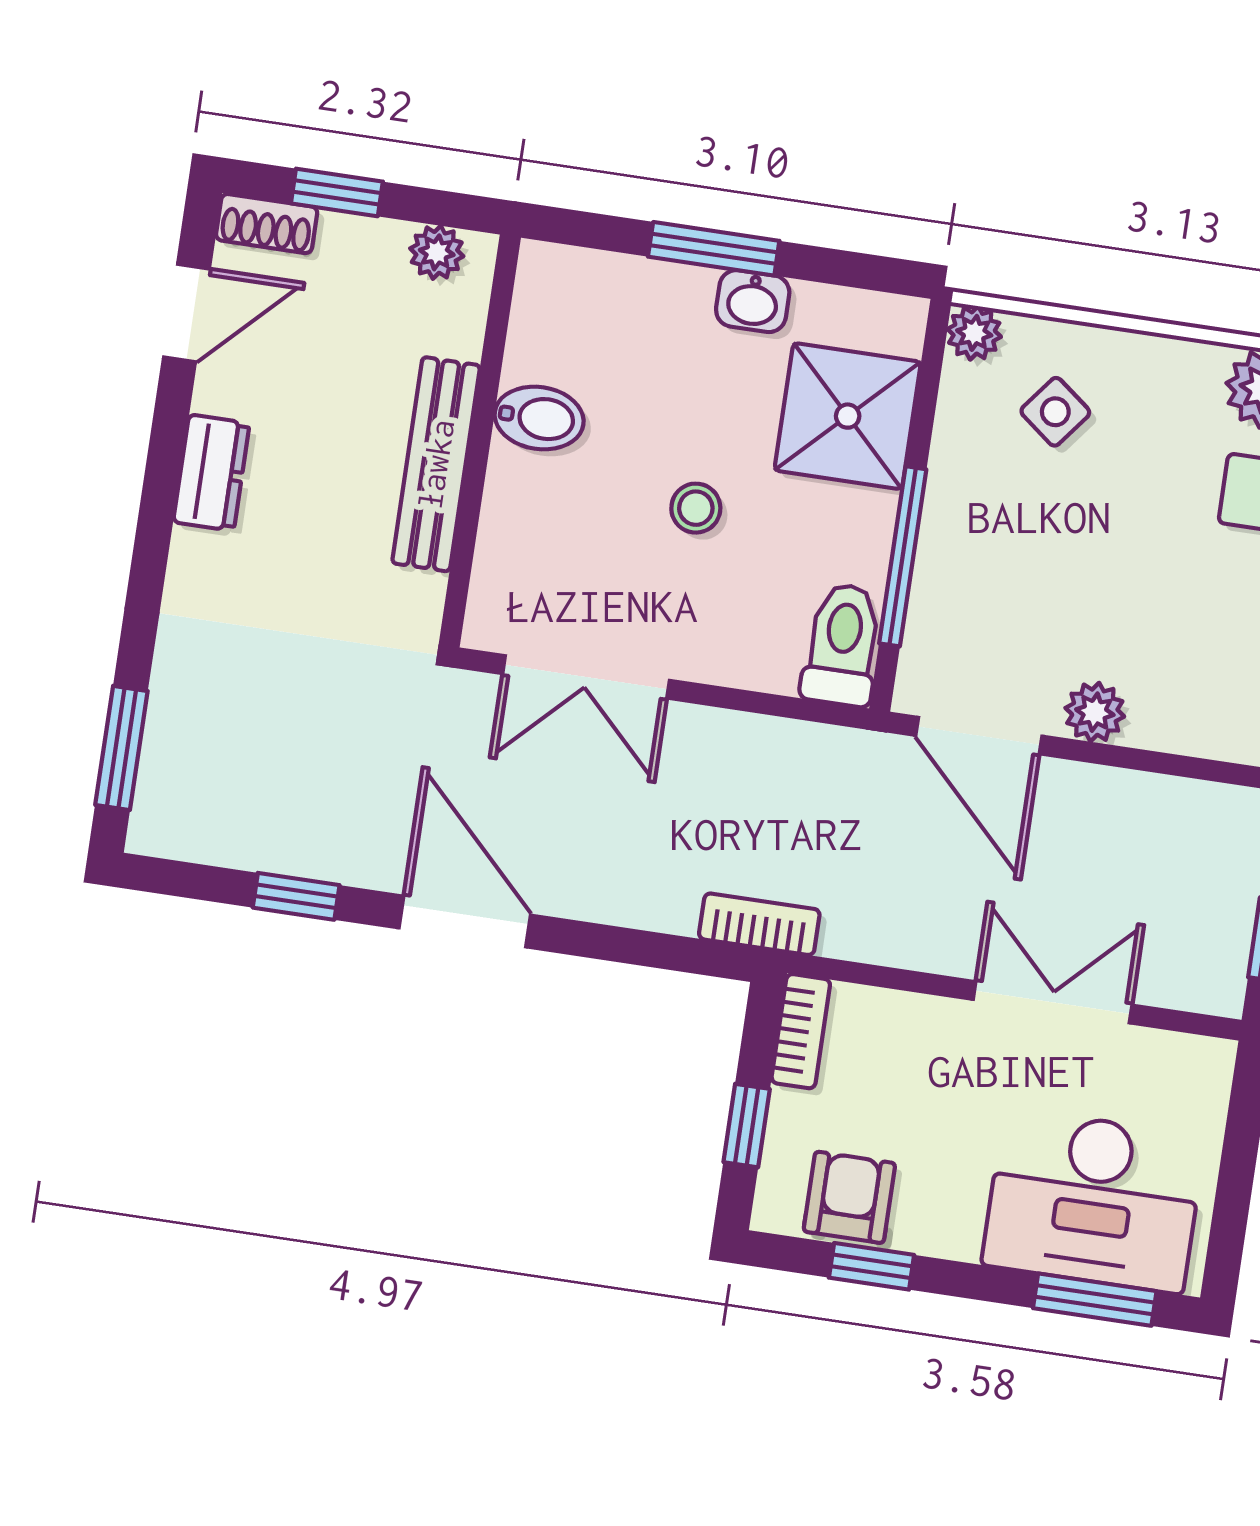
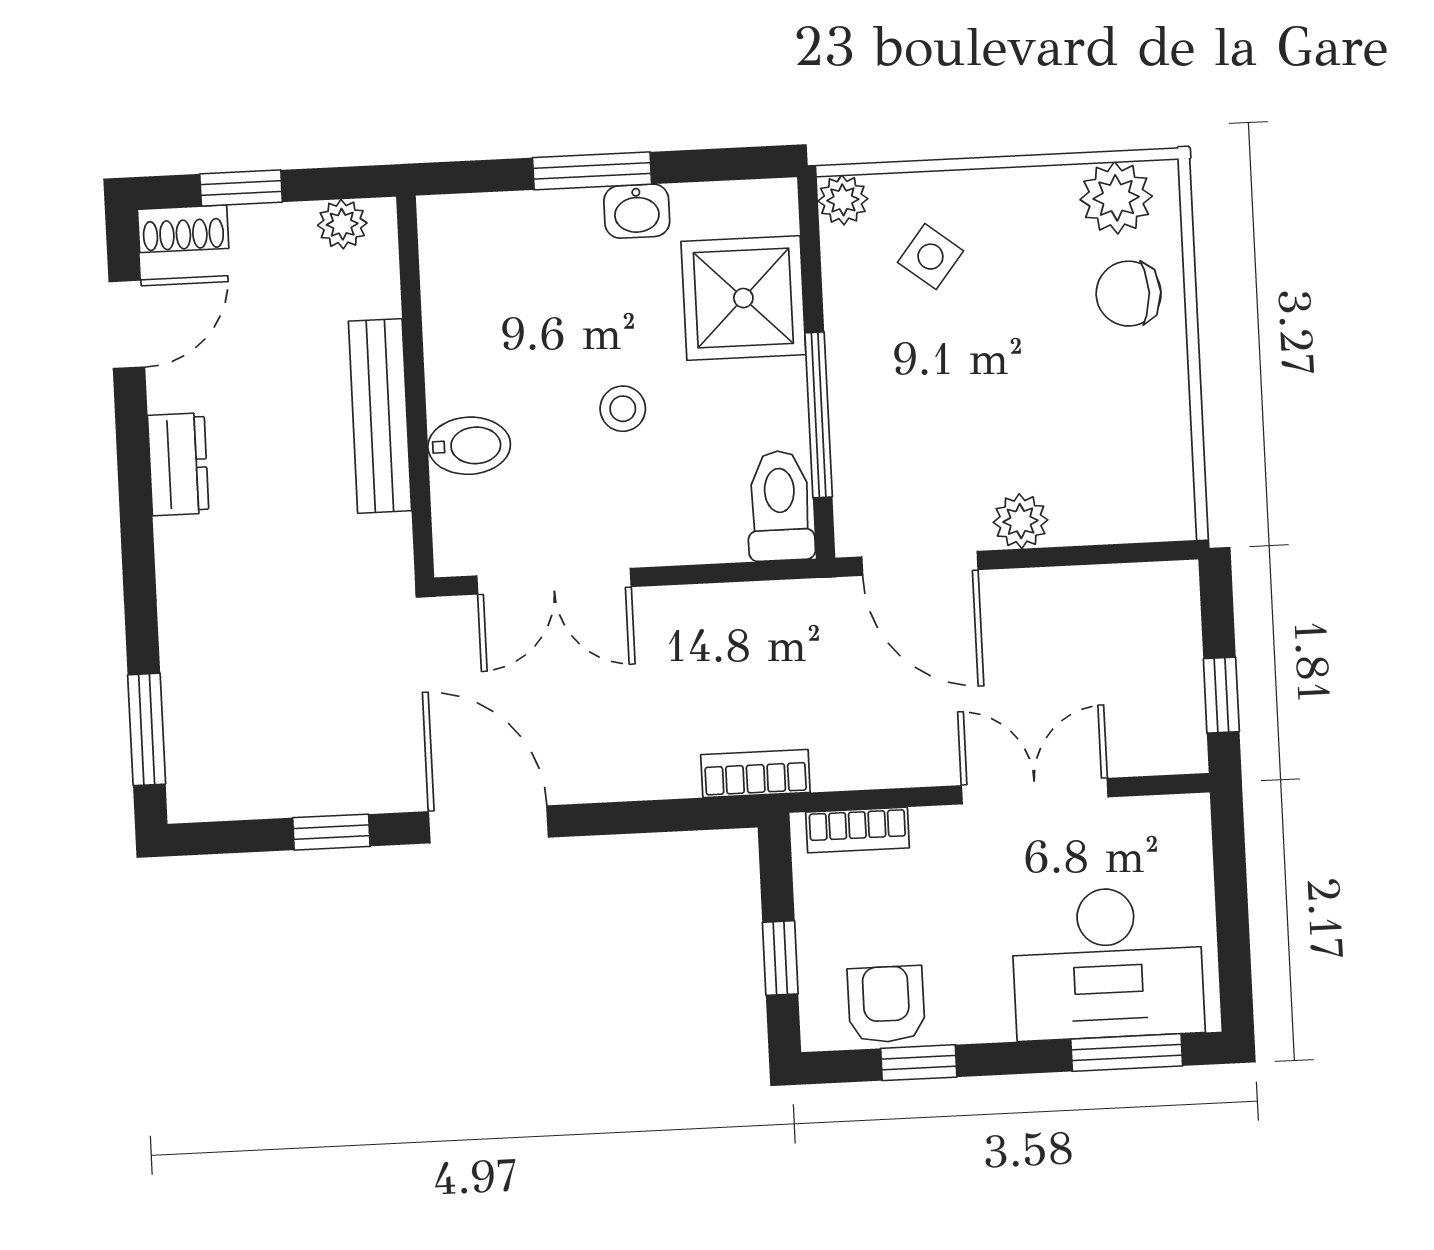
bidet: (539, 418) -> (469, 446), moved
bookcase: (801, 1031) -> (858, 830), moved, turned 90

